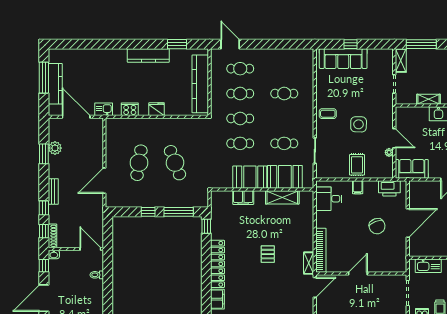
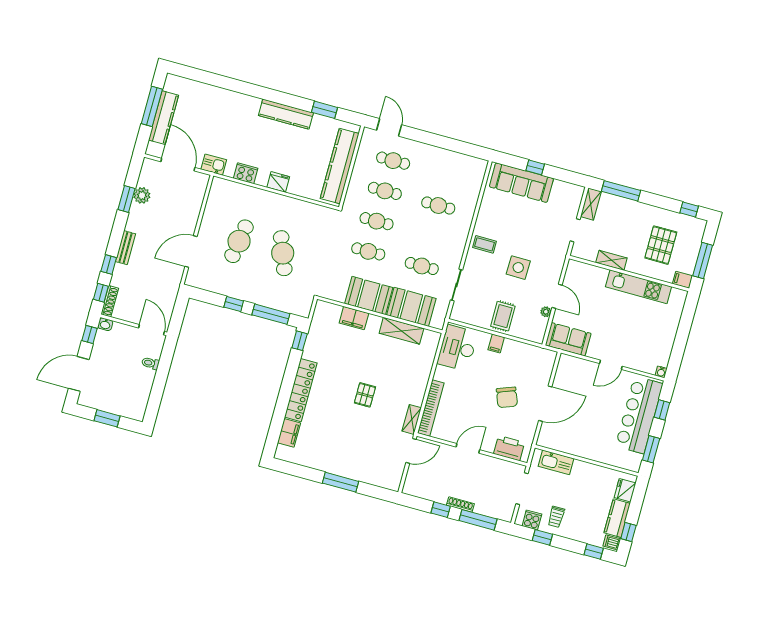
printer: (389, 188) -> (509, 448), moved, turned 180
desk: (329, 199) -> (457, 348), width x1.37

